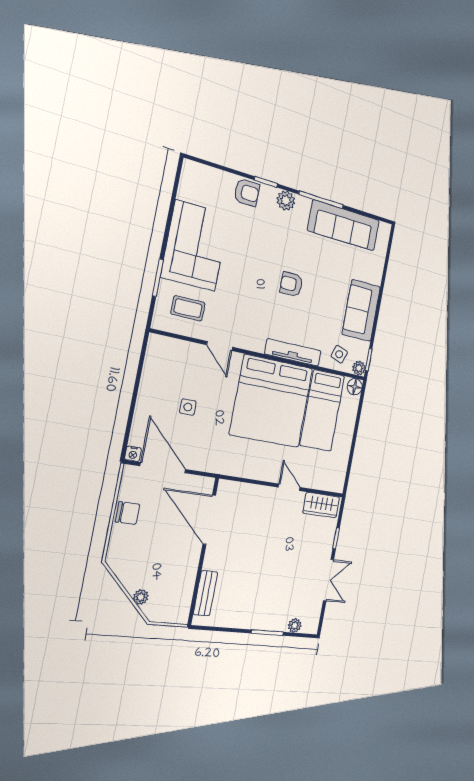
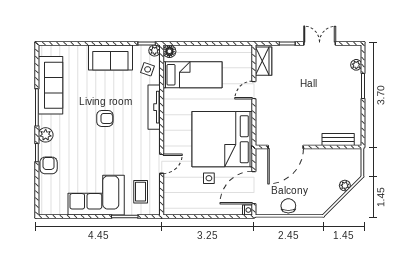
armchair: (291, 284) -> (105, 118), turned -90
bed: (271, 401) -> (222, 139), moved, turned 180

